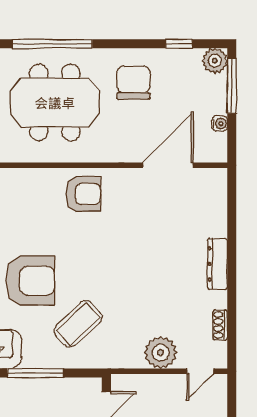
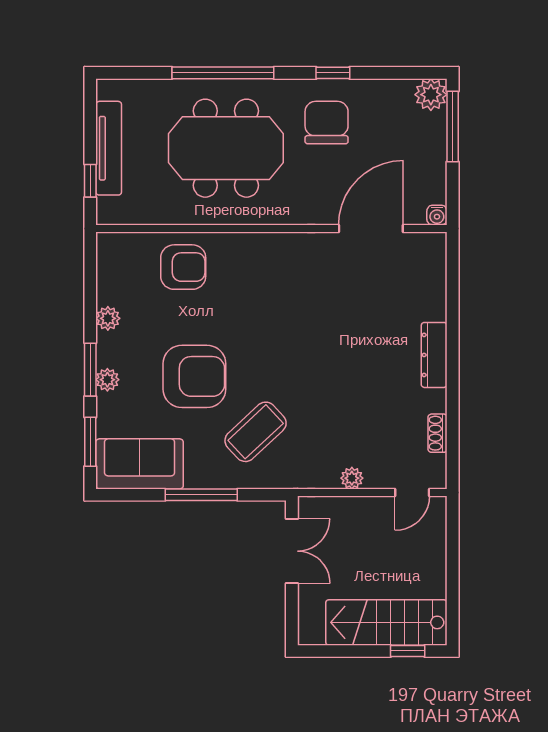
window: (179, 44) -> (333, 73), moved
water cooler: (220, 124) -> (437, 215), moved, turned 90
armchair: (83, 194) -> (183, 267), moved
plant: (161, 353) -> (352, 478), width x0.53, depth x0.53

